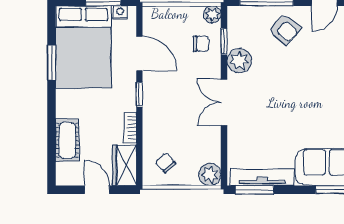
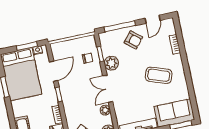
plant: (212, 14) -> (105, 110), moved
door: (139, 53) -> (54, 71), hinge flipped
coffee table: (315, 98) -> (159, 75), added

